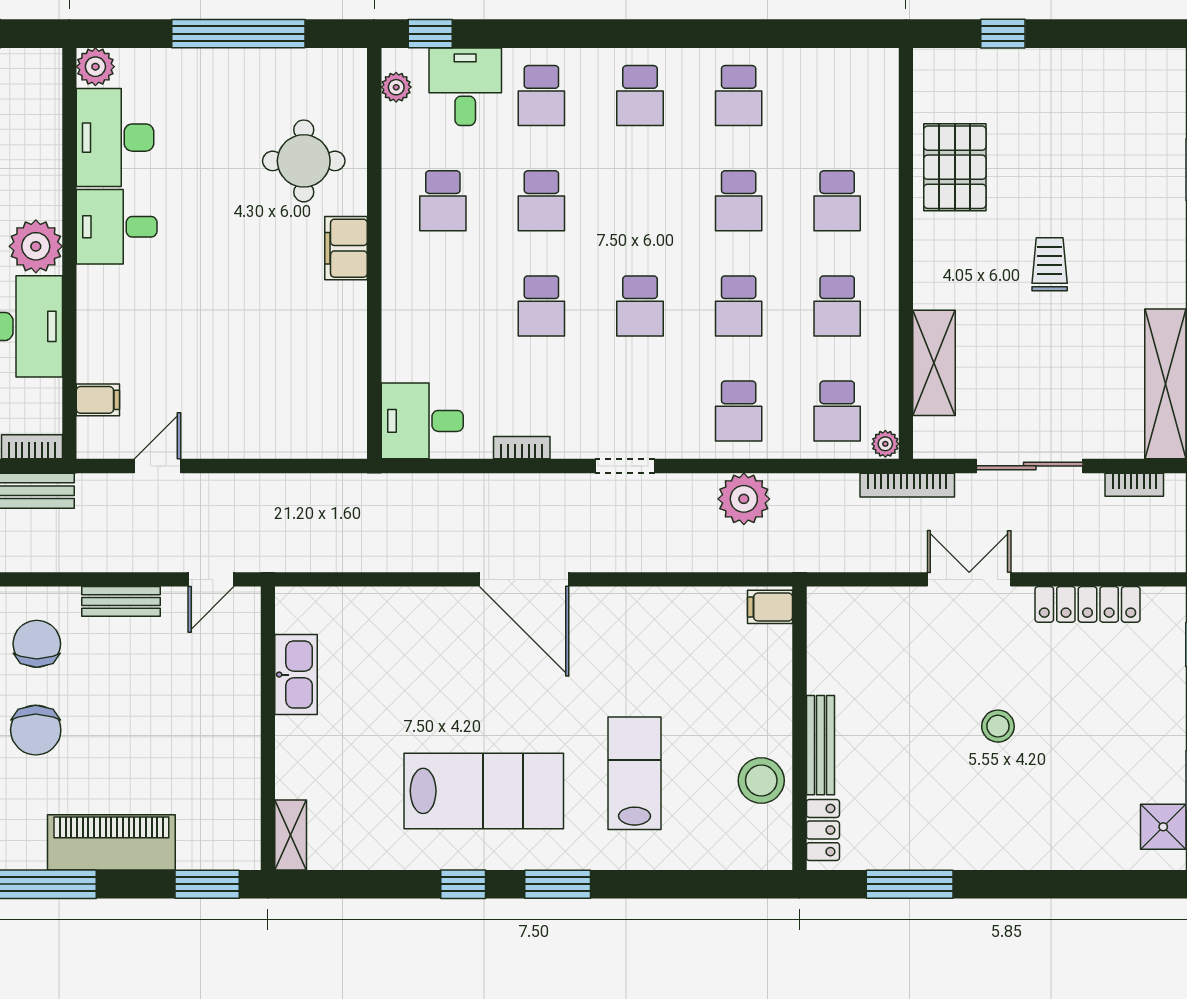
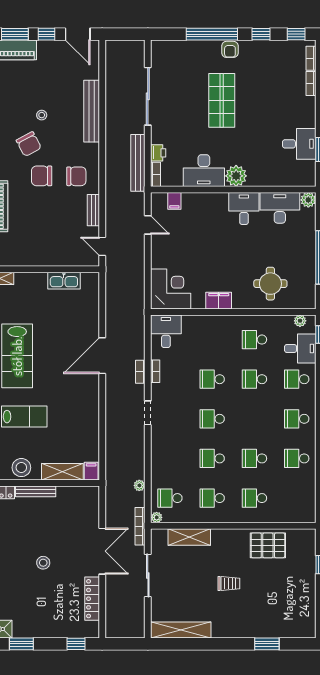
filing cabinet: (346, 248) -> (219, 301), moved
corner desk: (317, 409) -> (171, 289), added
school desk: (739, 411) -> (170, 458), removed
bookcase: (1134, 485) -> (140, 372), moved
plant: (744, 499) -> (139, 485), moved, width x0.53, depth x0.53
door: (524, 579) -> (102, 356), moved
double door: (969, 579) -> (102, 551), width x1.37
shelving: (772, 678) -> (62, 472), added

